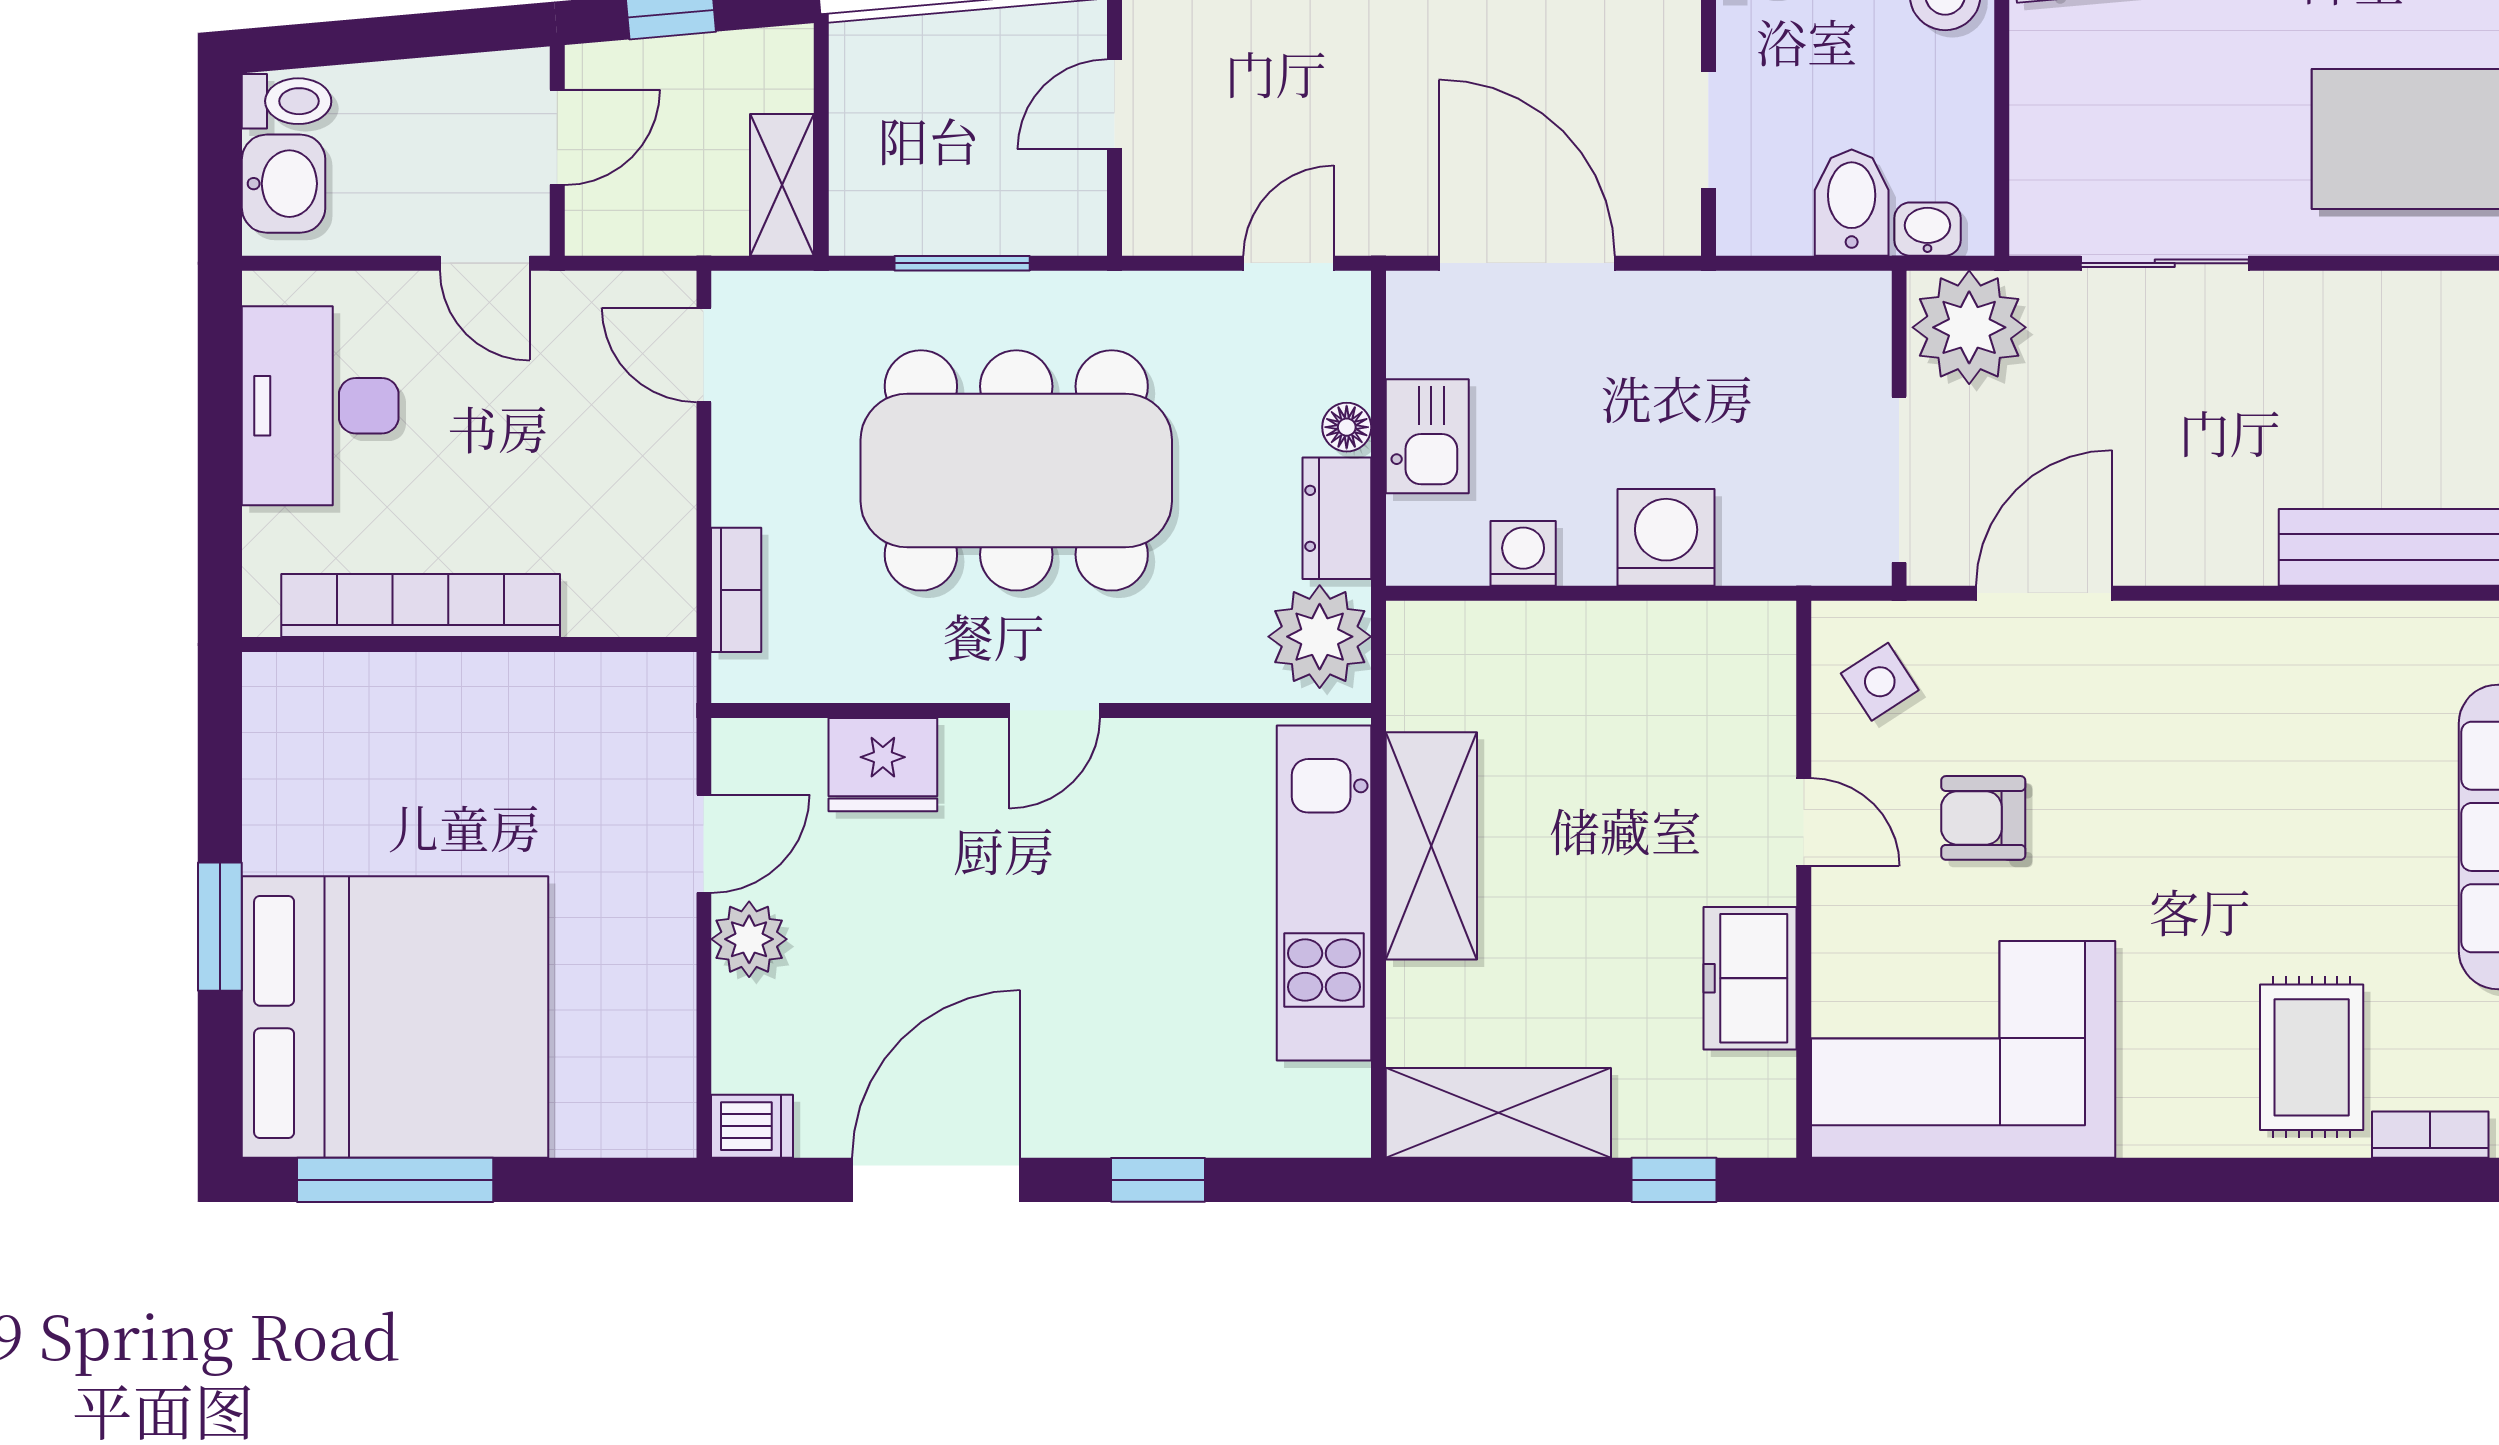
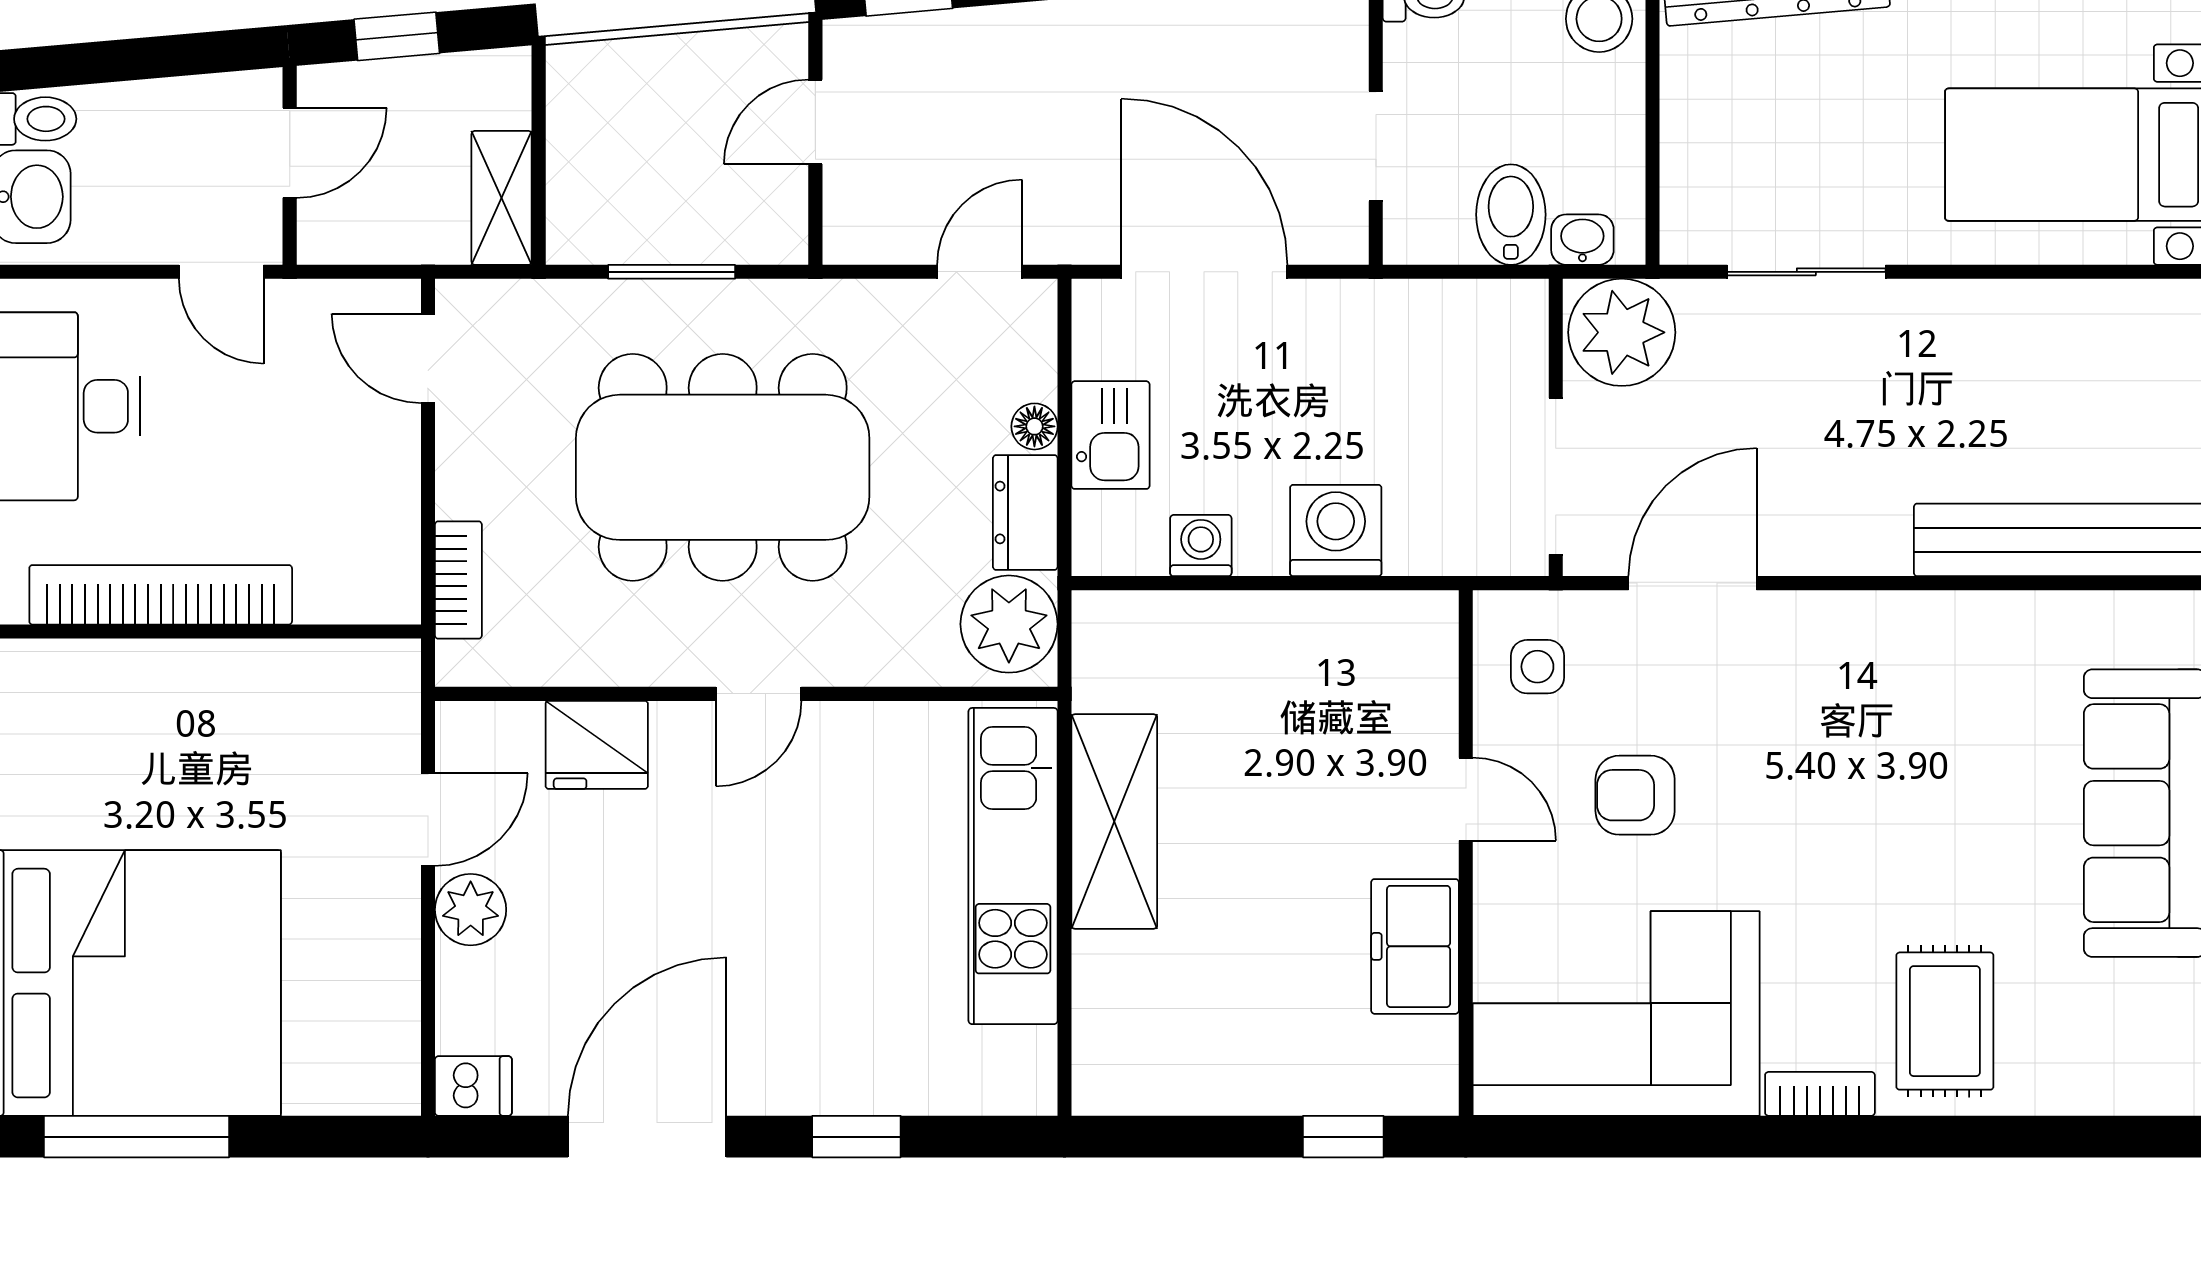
side table: (1880, 682) -> (1537, 667), turned 33
shelving: (1498, 1113) -> (1178, 1073), removed
bookcase: (2430, 1135) -> (1820, 1094), moved

